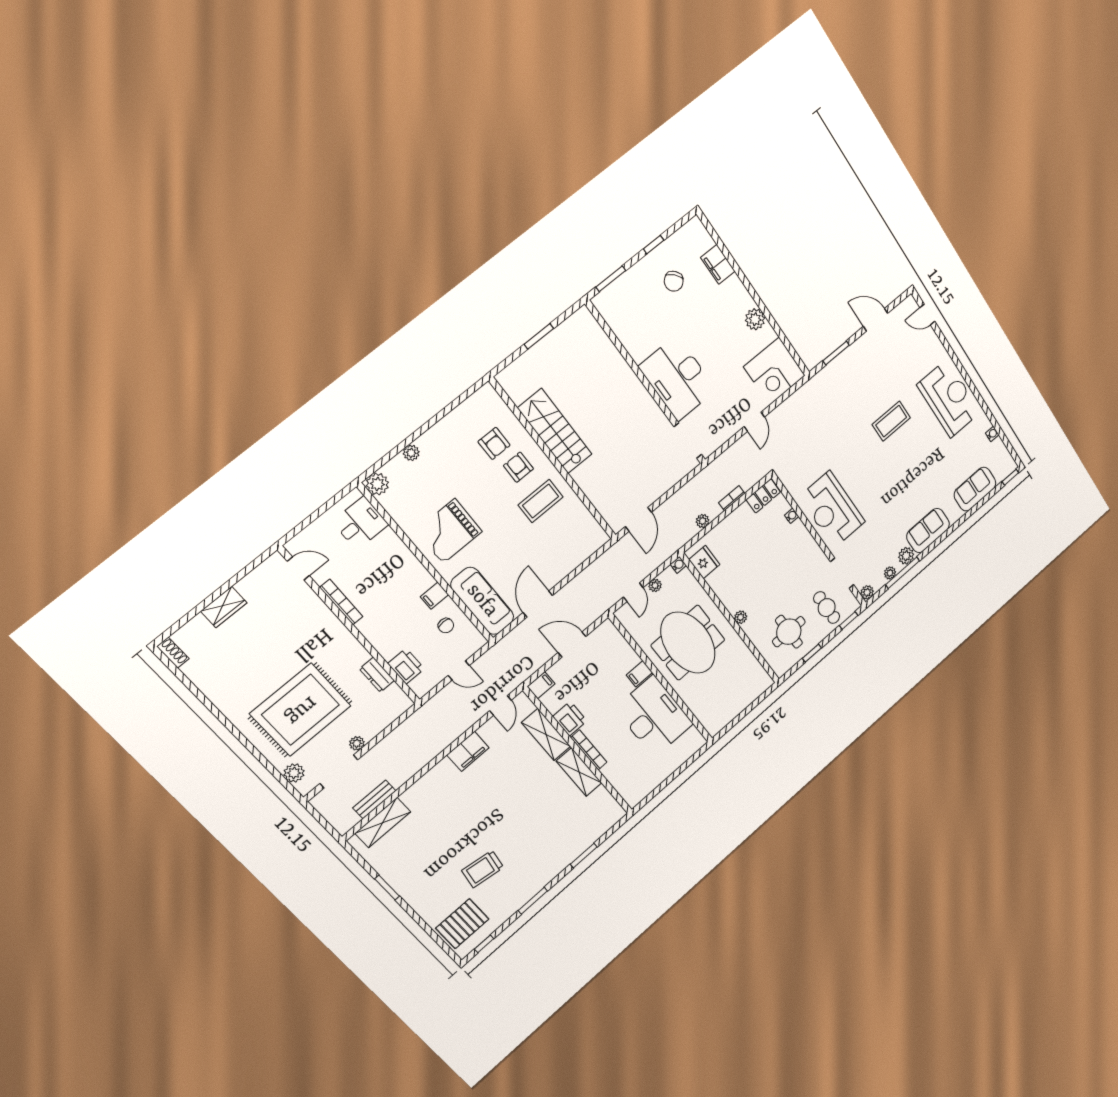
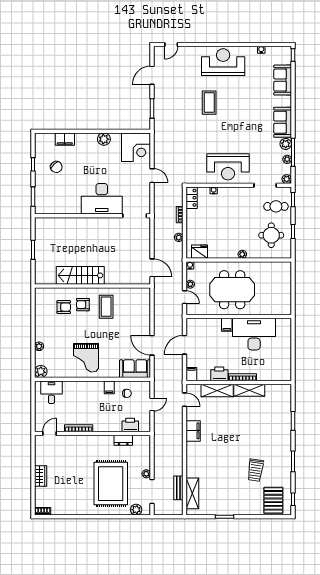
sofa: (482, 601) -> (135, 369), width x0.73

